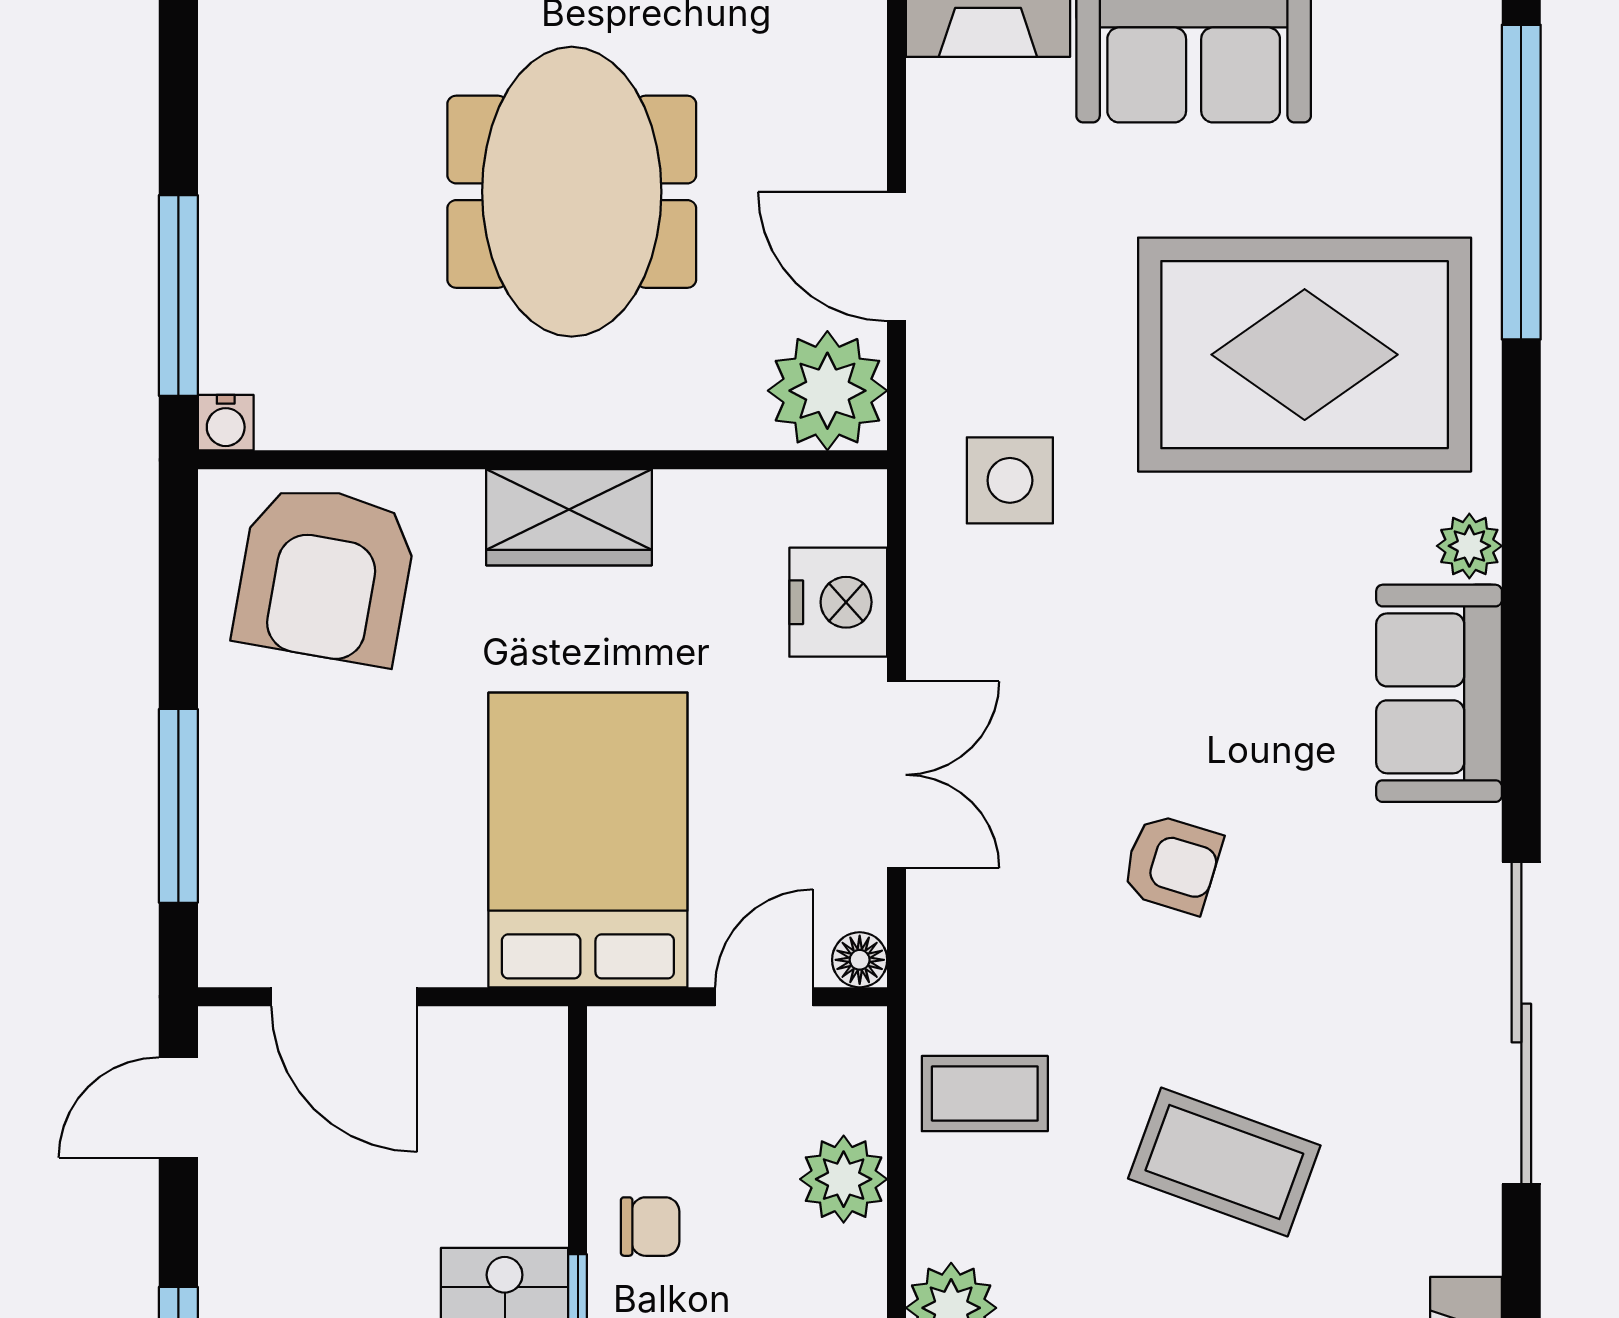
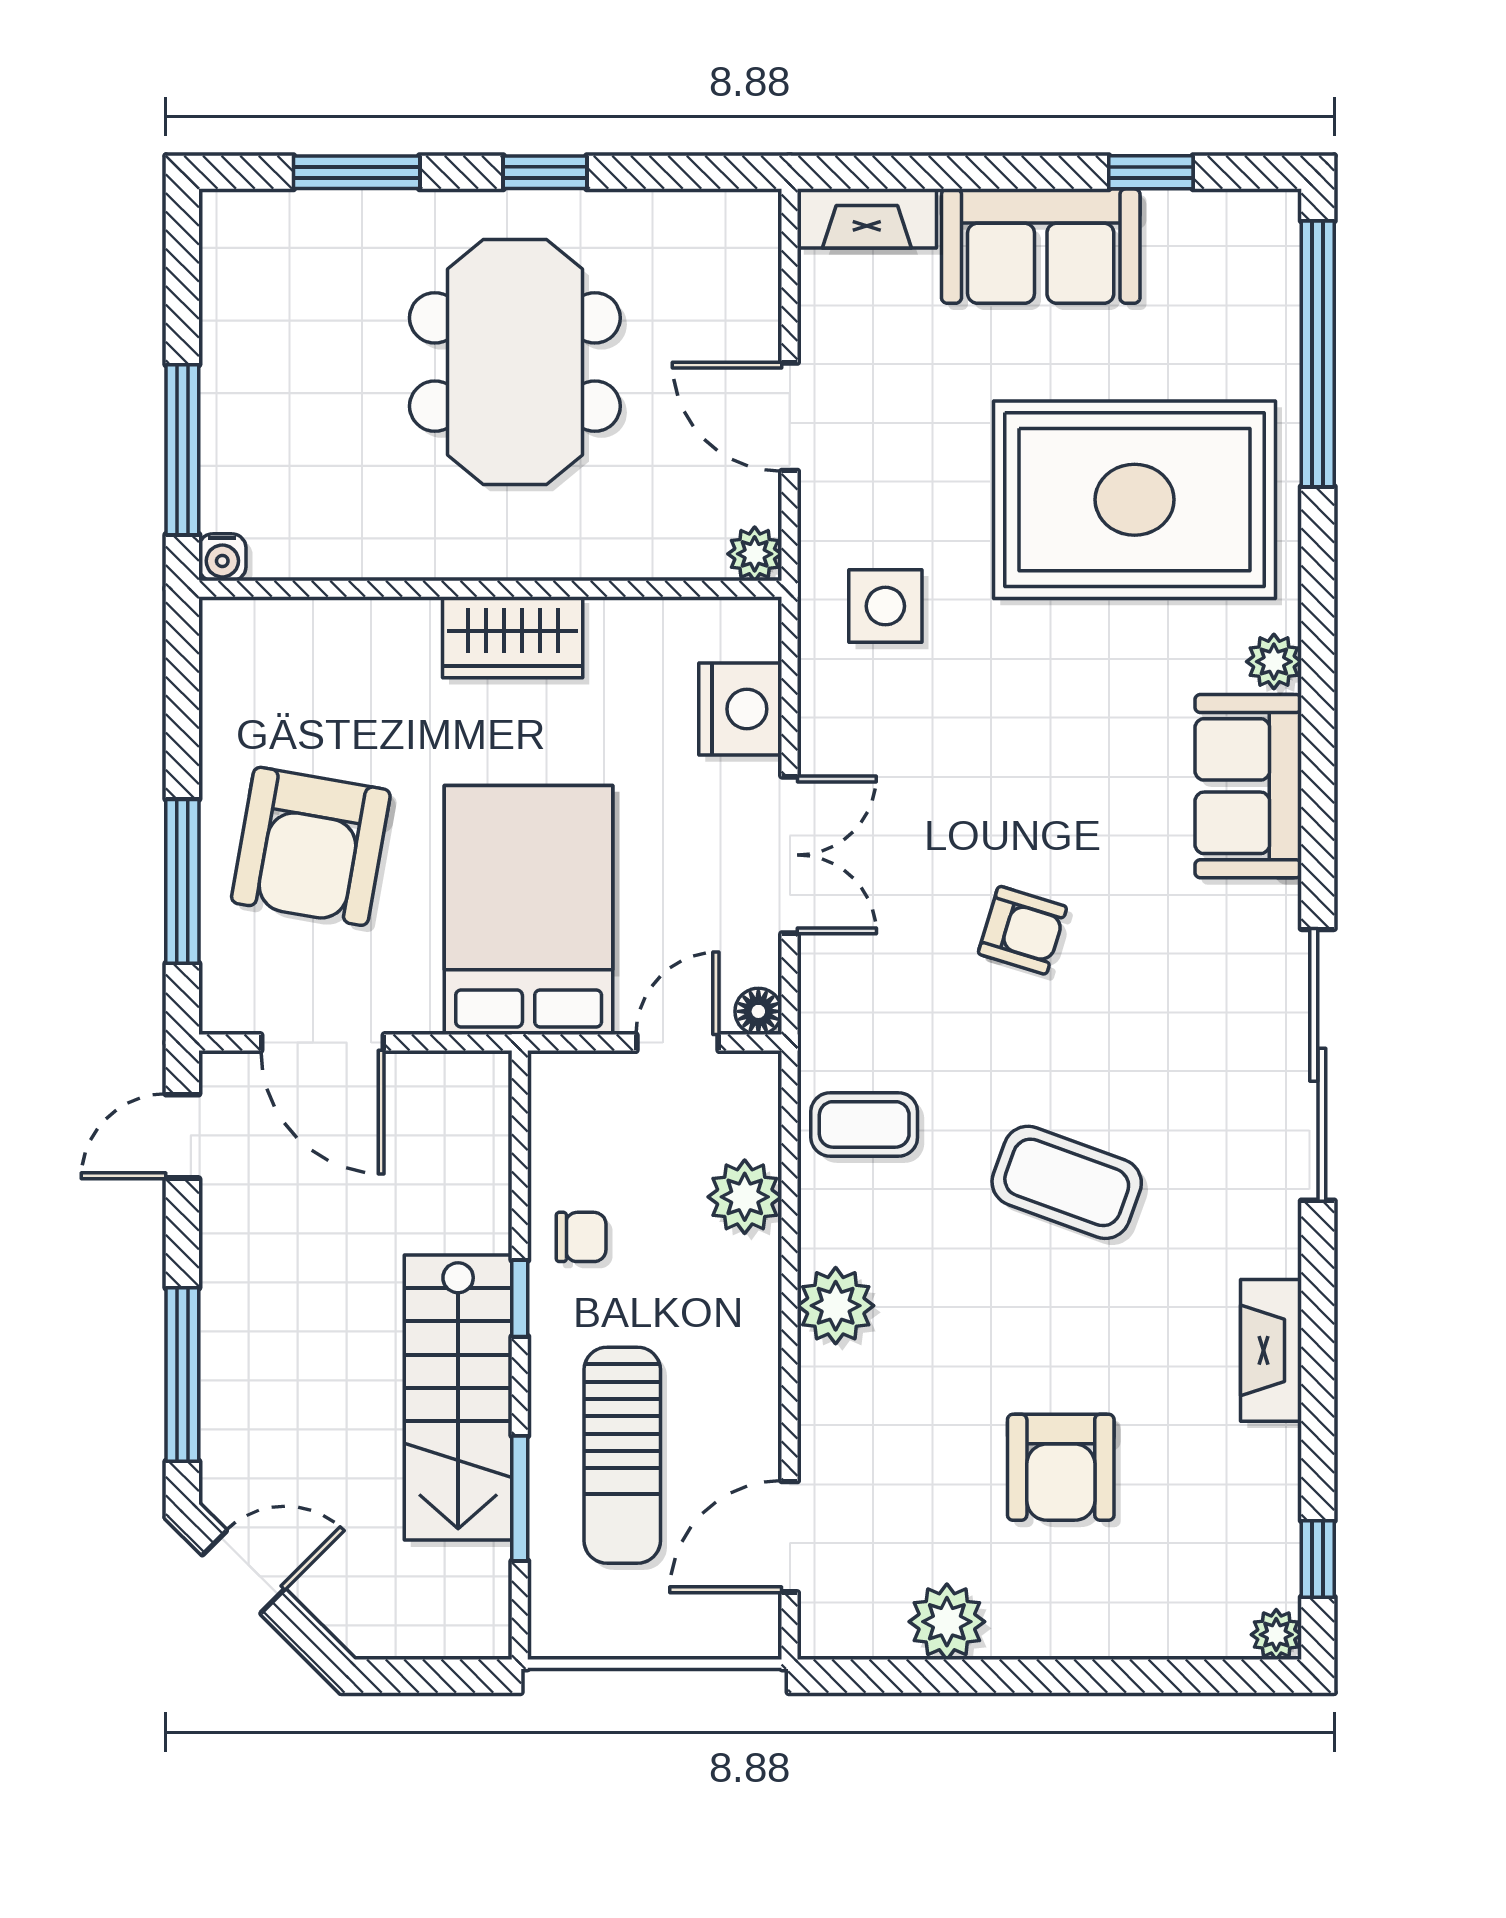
plant: (827, 391) -> (755, 554), width x0.53, depth x0.53
armchair: (325, 574) -> (311, 846), moved

